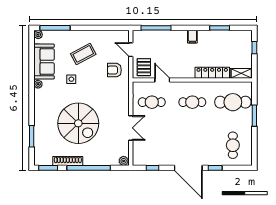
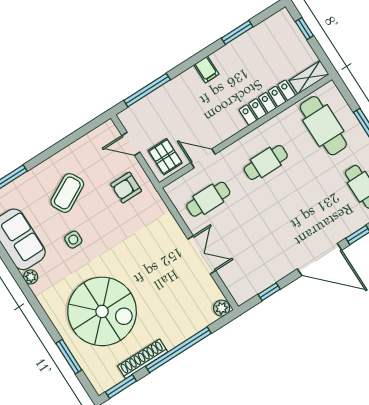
cafe table: (233, 102) -> (323, 126), turned 90
spiral stairs: (78, 123) -> (102, 311), moved

